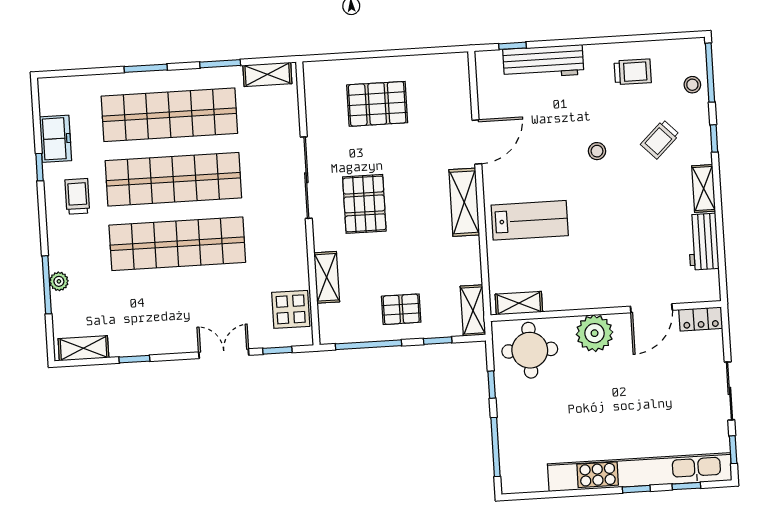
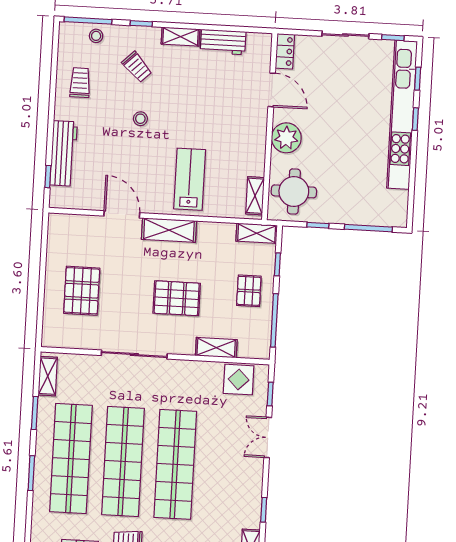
pallet: (364, 204) -> (177, 298), moved

